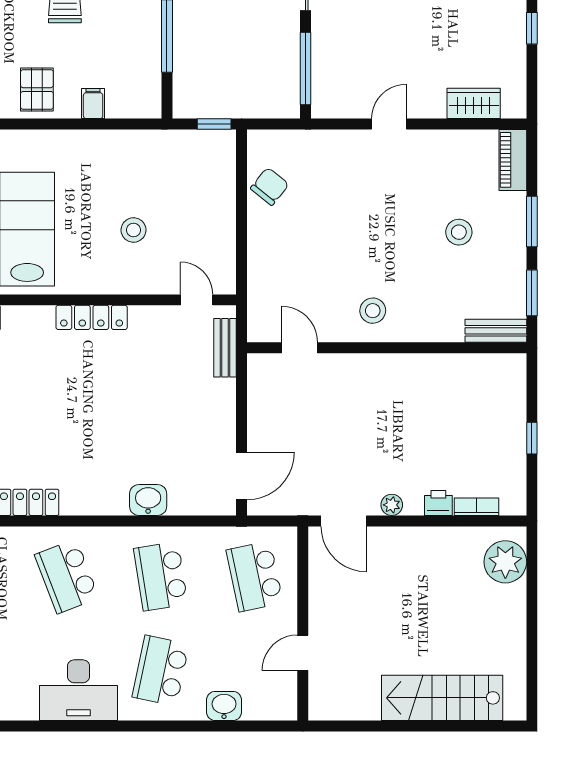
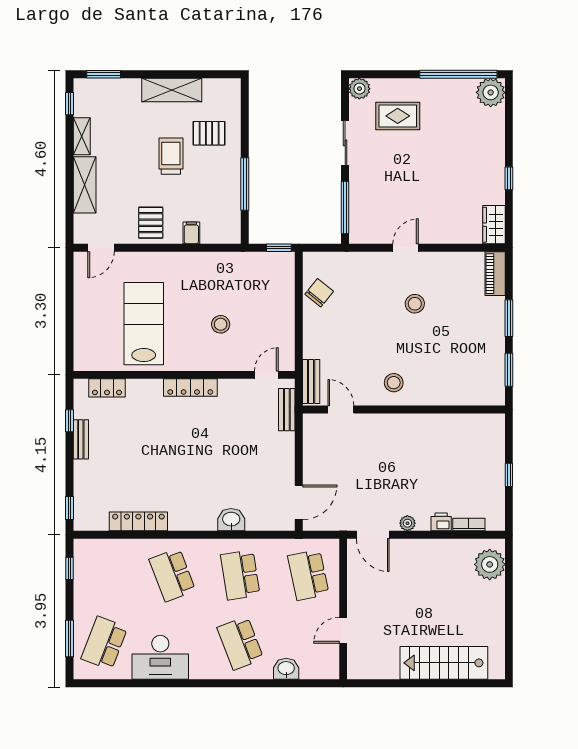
wardrobe: (474, 103) -> (494, 225), moved, turned -90
stool: (459, 232) -> (415, 304), moved
door: (197, 300) -> (266, 375), hinge flipped
bench: (496, 331) -> (311, 382), moved, turned 90
school desk: (161, 671) -> (240, 643), turned -33
desk: (79, 690) -> (160, 657), moved

